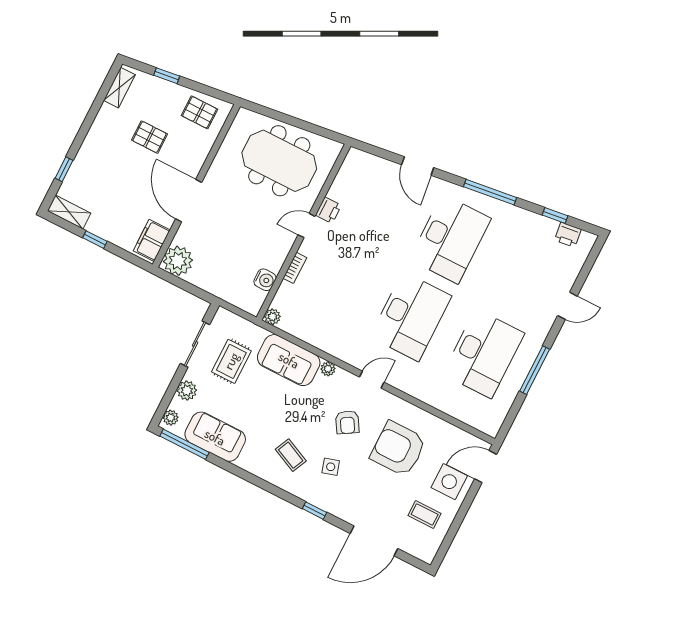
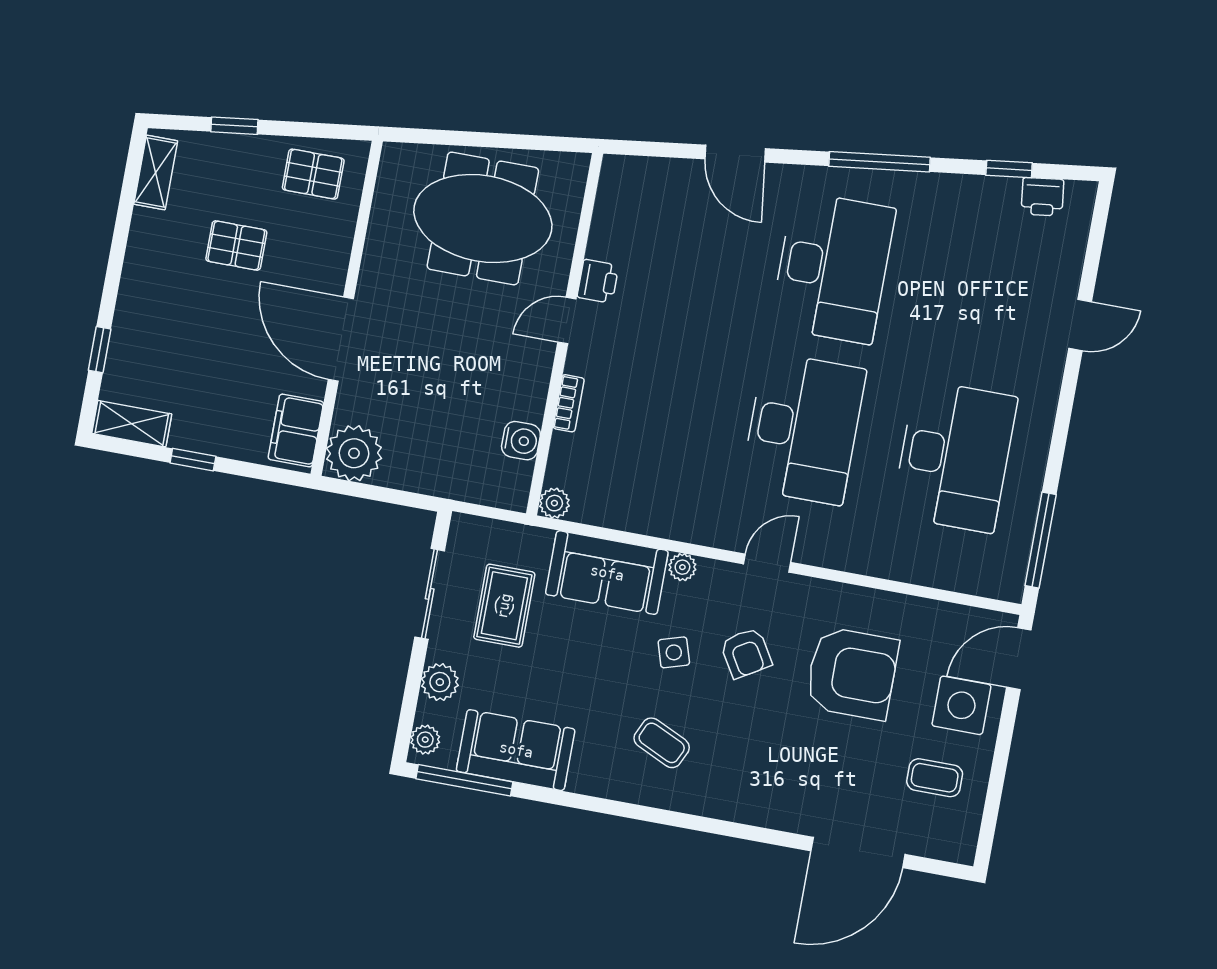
window: (535, 370) -> (1041, 540), moved
armchair: (398, 449) -> (852, 673), turned 180
side table: (331, 467) -> (674, 652), moved
window: (314, 511) -> (734, 830), removed

